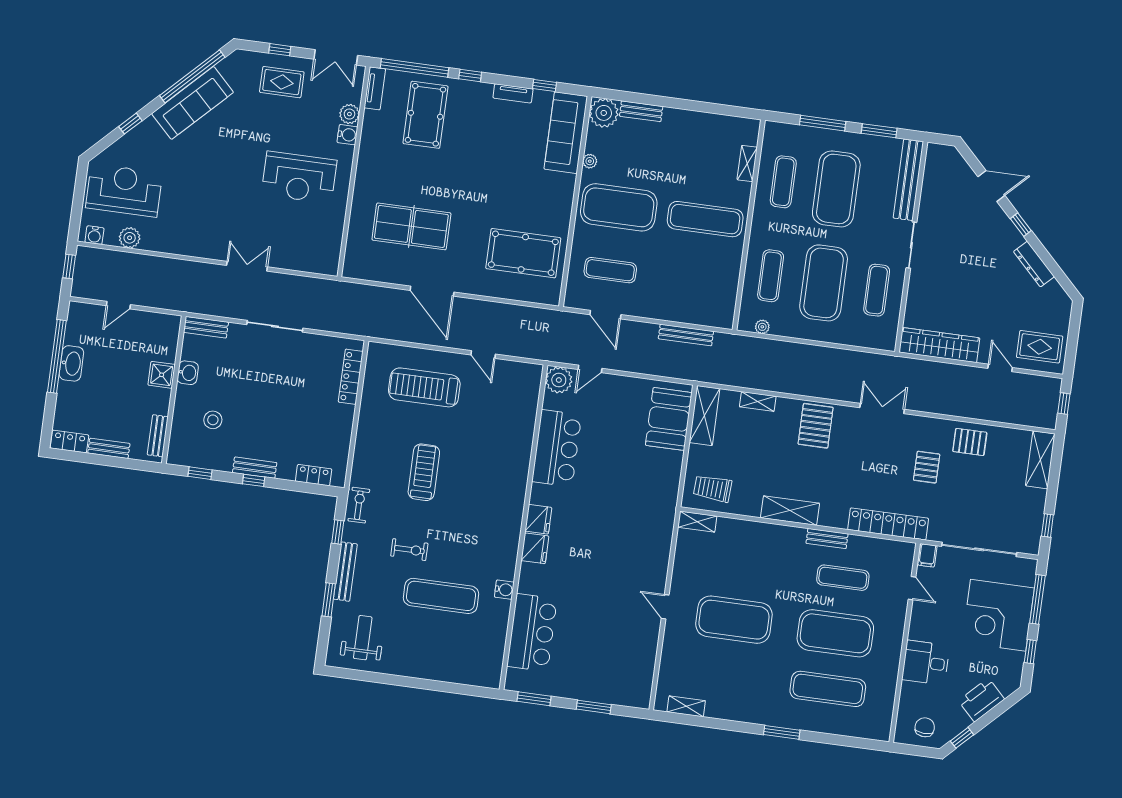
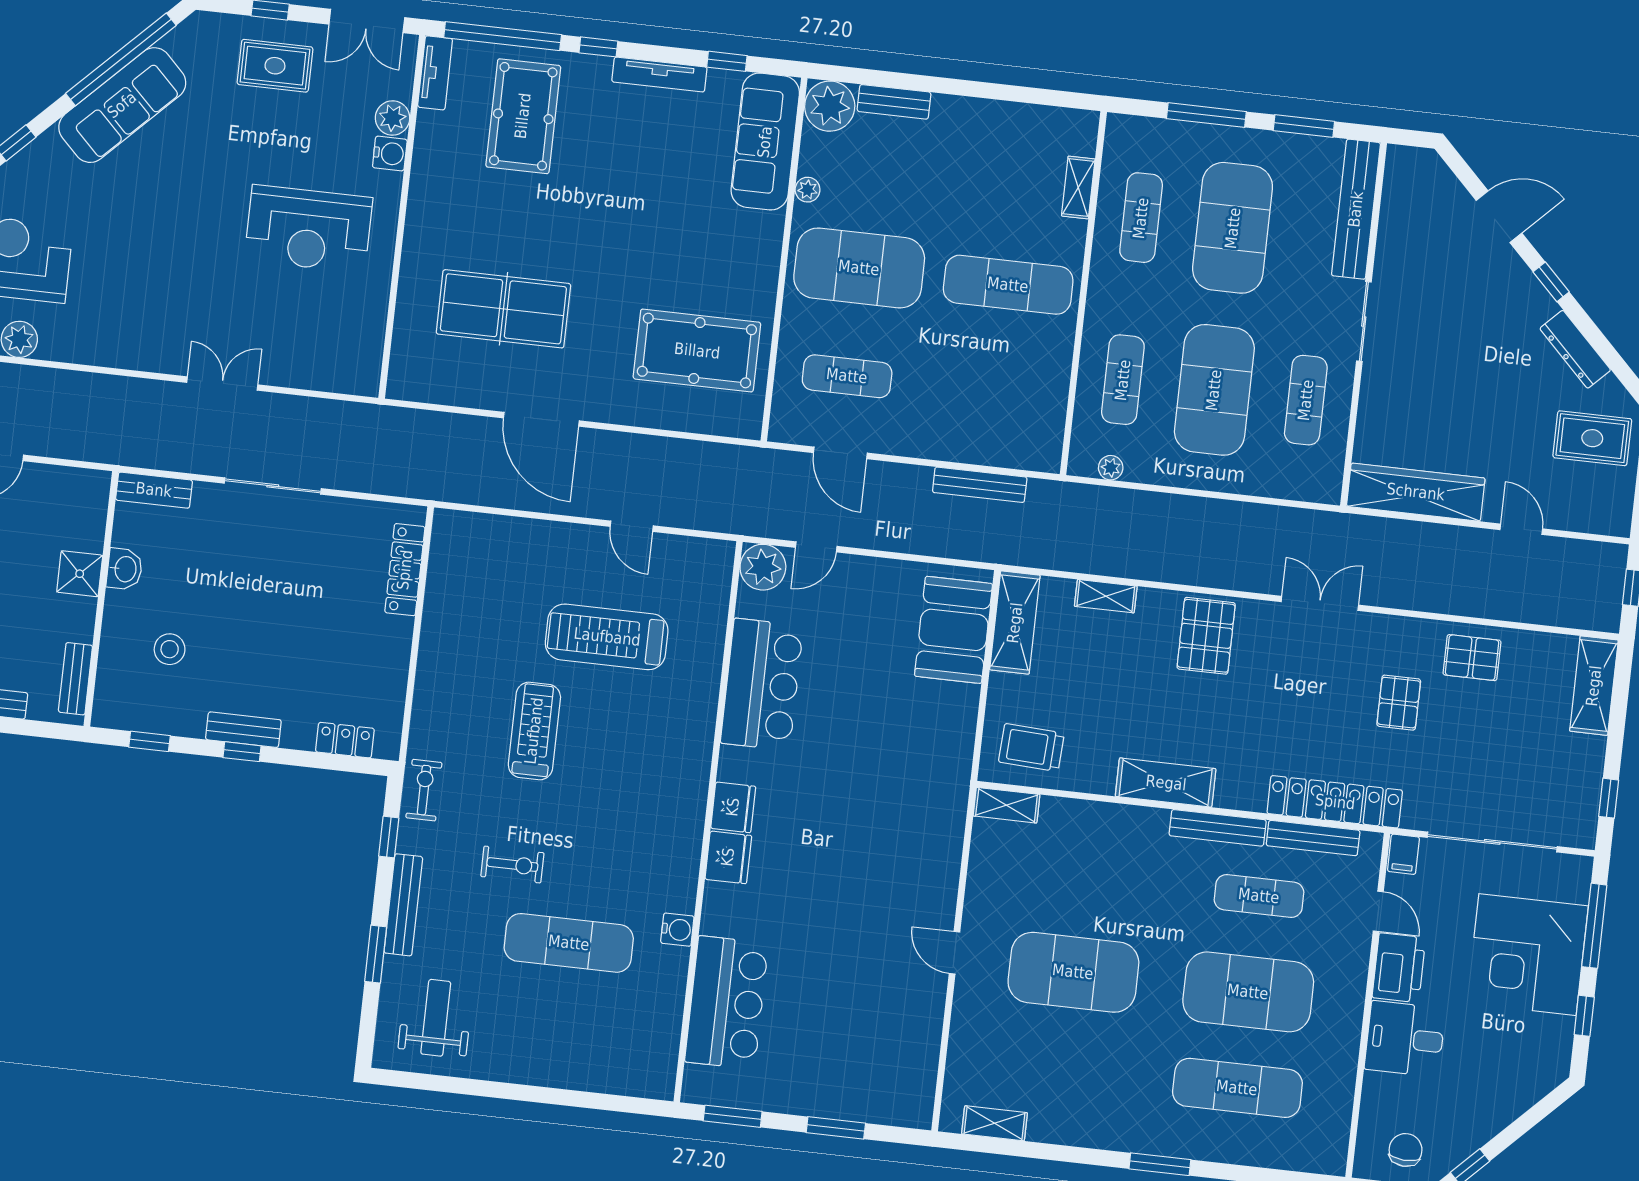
tv unit: (513, 93) -> (659, 75), width x1.41
rug: (1040, 347) -> (1592, 438), moved
treadmill: (424, 387) -> (607, 637), moved
bench: (827, 538) -> (1218, 828), width x1.36
bench: (875, 545) -> (1313, 838), added
printer: (981, 700) -> (1399, 968), moved, turned 135

